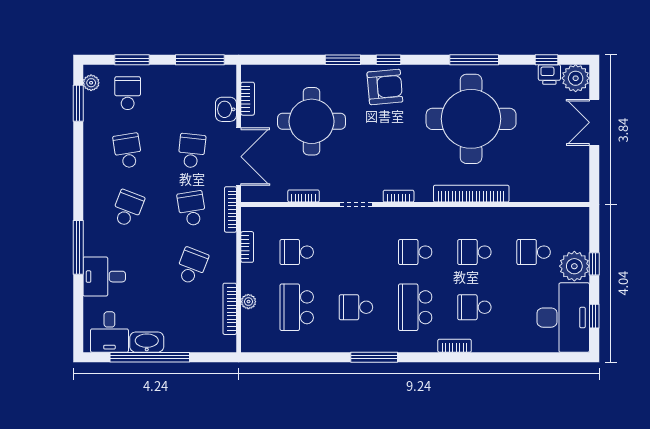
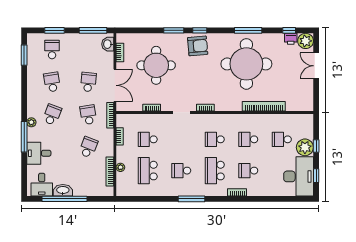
plant: (91, 83) -> (31, 122), moved
washbasin: (226, 109) -> (108, 44), moved
bookcase: (471, 194) -> (264, 106), moved

